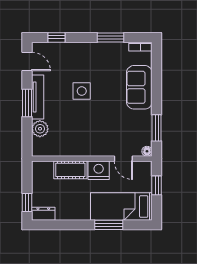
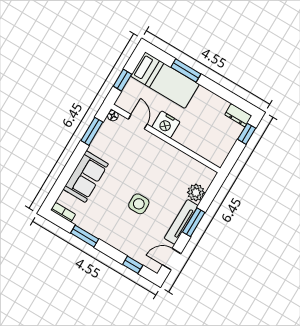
door: (27, 61) -> (172, 259), hinge flipped
cot: (70, 170) -> (191, 140), removed

